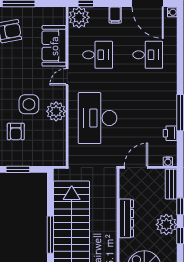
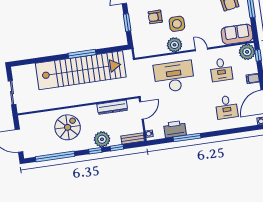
sofa: (54, 46) -> (237, 34), moved
printer: (170, 133) -> (175, 129), width x1.87, depth x1.48
door: (136, 167) -> (141, 110), hinge flipped
dresser: (126, 218) -> (112, 107), moved

